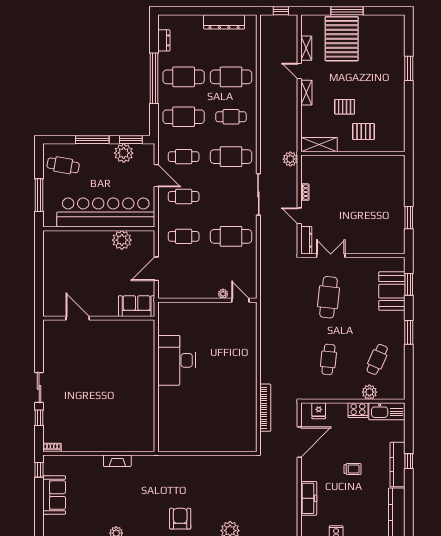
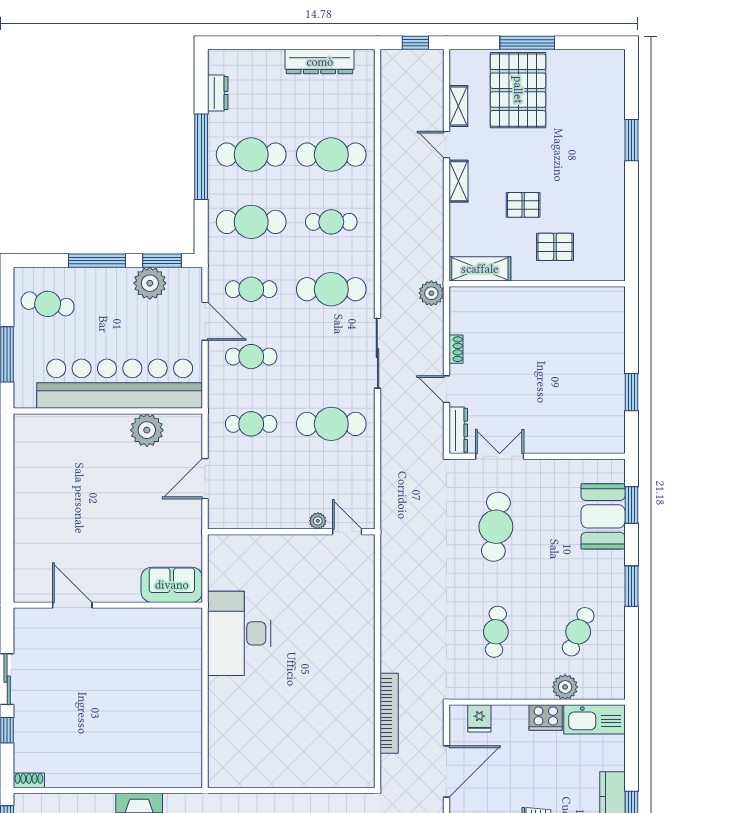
sofa: (137, 306) -> (172, 585), moved
door: (78, 318) -> (72, 605), moved
wall: (99, 318) -> (108, 605), moved

